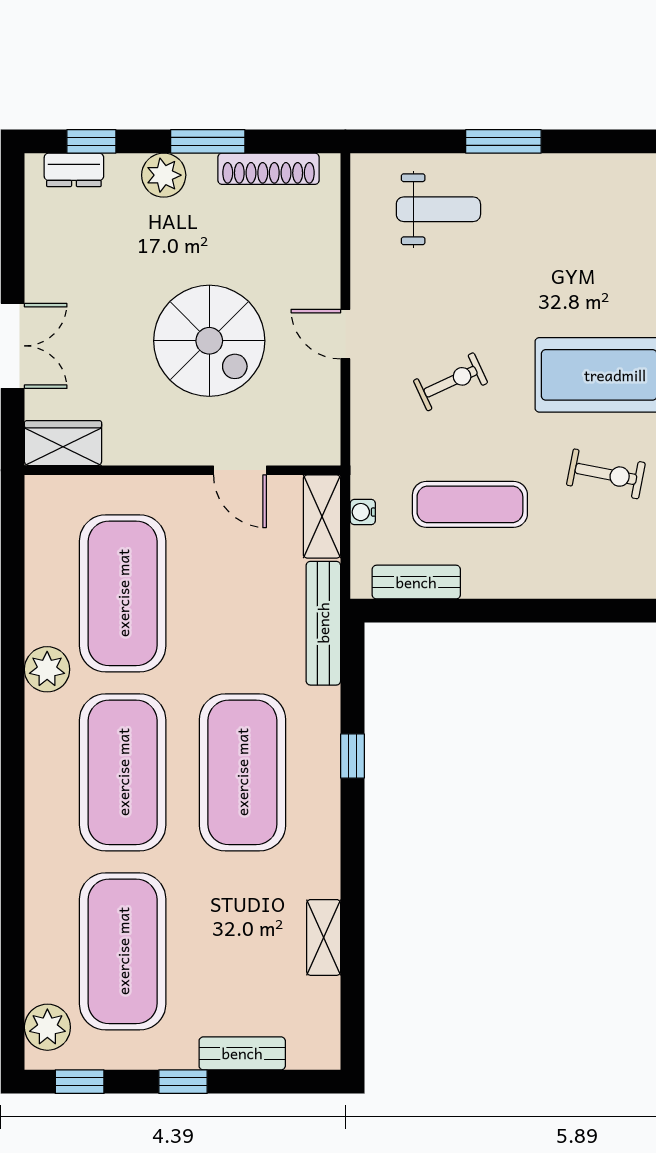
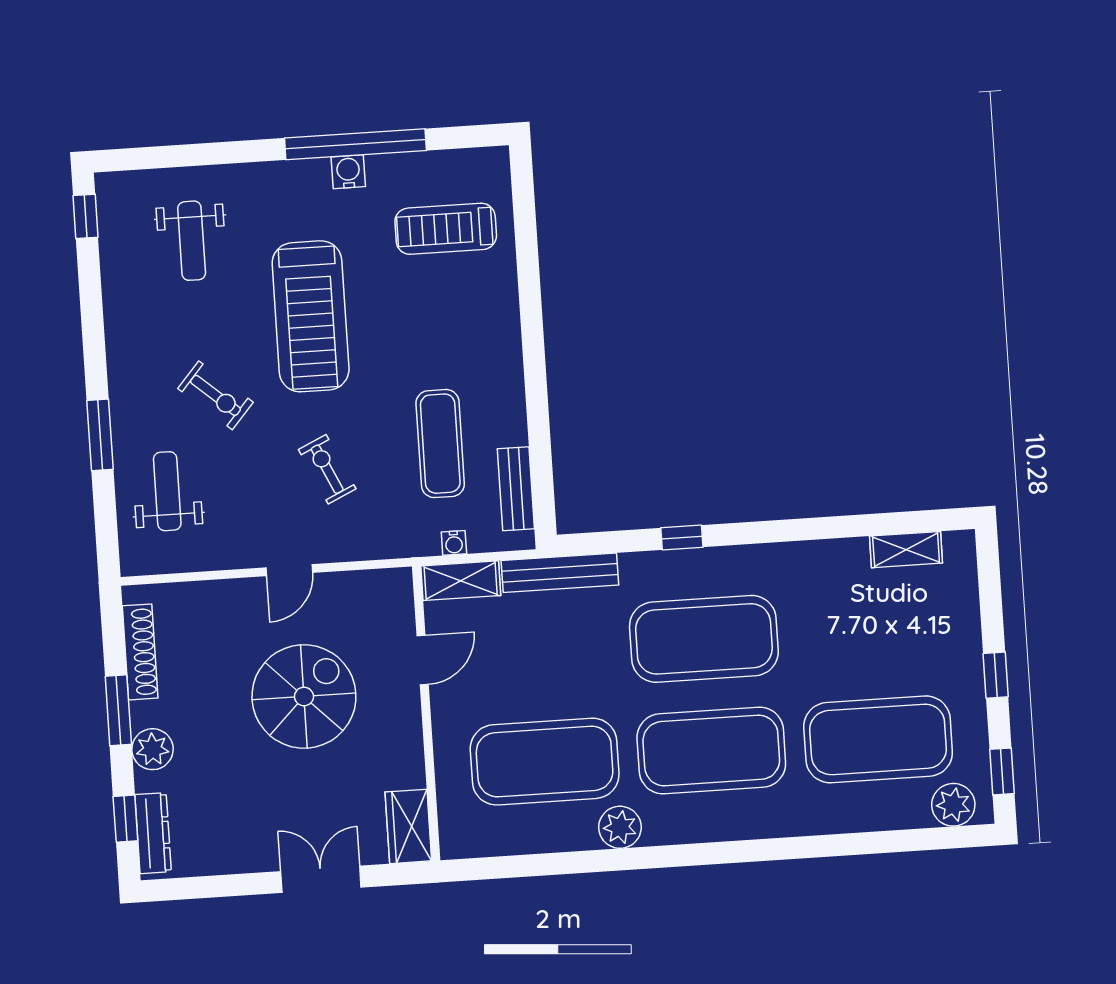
dresser: (74, 170) -> (153, 833), width x1.44
exercise bike: (606, 474) -> (216, 395), moved, turned 120
shelving: (324, 937) -> (906, 550), moved
bench: (242, 1053) -> (966, 622), removed

